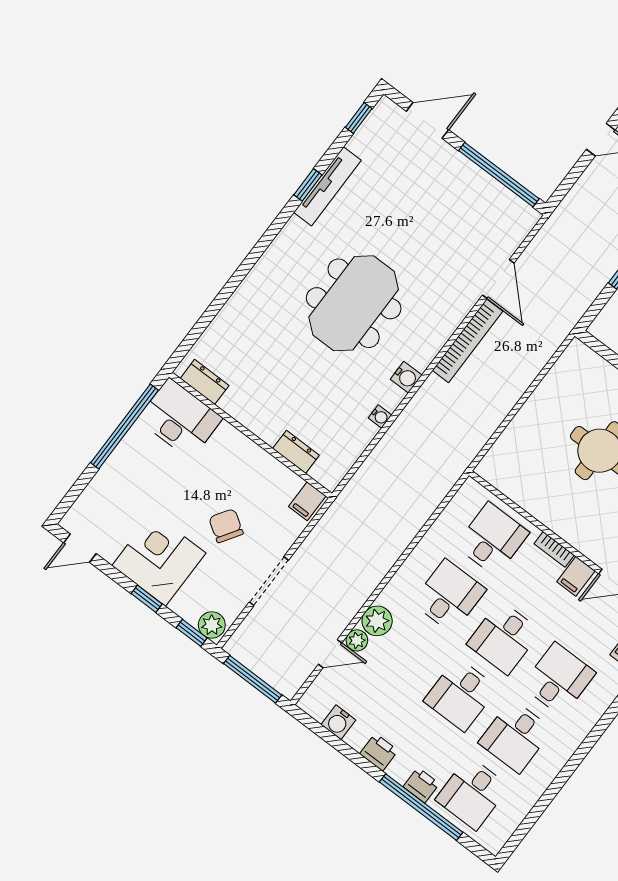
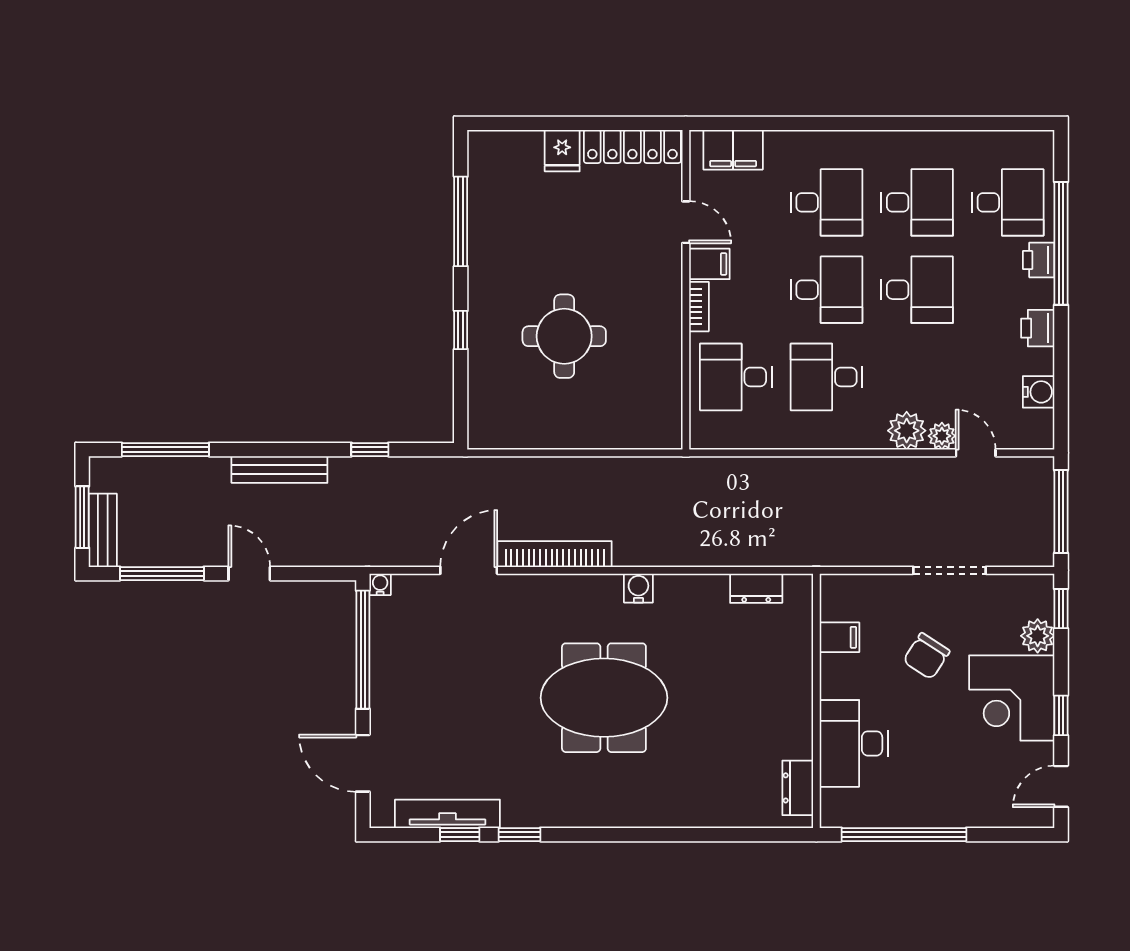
window: (359, 118) -> (460, 835), moved
tv unit: (327, 186) -> (447, 814), moved
water cooler: (380, 416) -> (380, 584), moved
desk: (180, 419) -> (854, 743), moved
dresser: (296, 452) -> (756, 588), moved, turned -90
filing cabinet: (307, 501) -> (839, 637), moved
door: (80, 548) -> (1061, 786), swing flipped
window: (147, 599) -> (1061, 715), moved
plant: (212, 625) -> (1038, 636), moved
desk: (559, 679) -> (826, 202), turned 180

